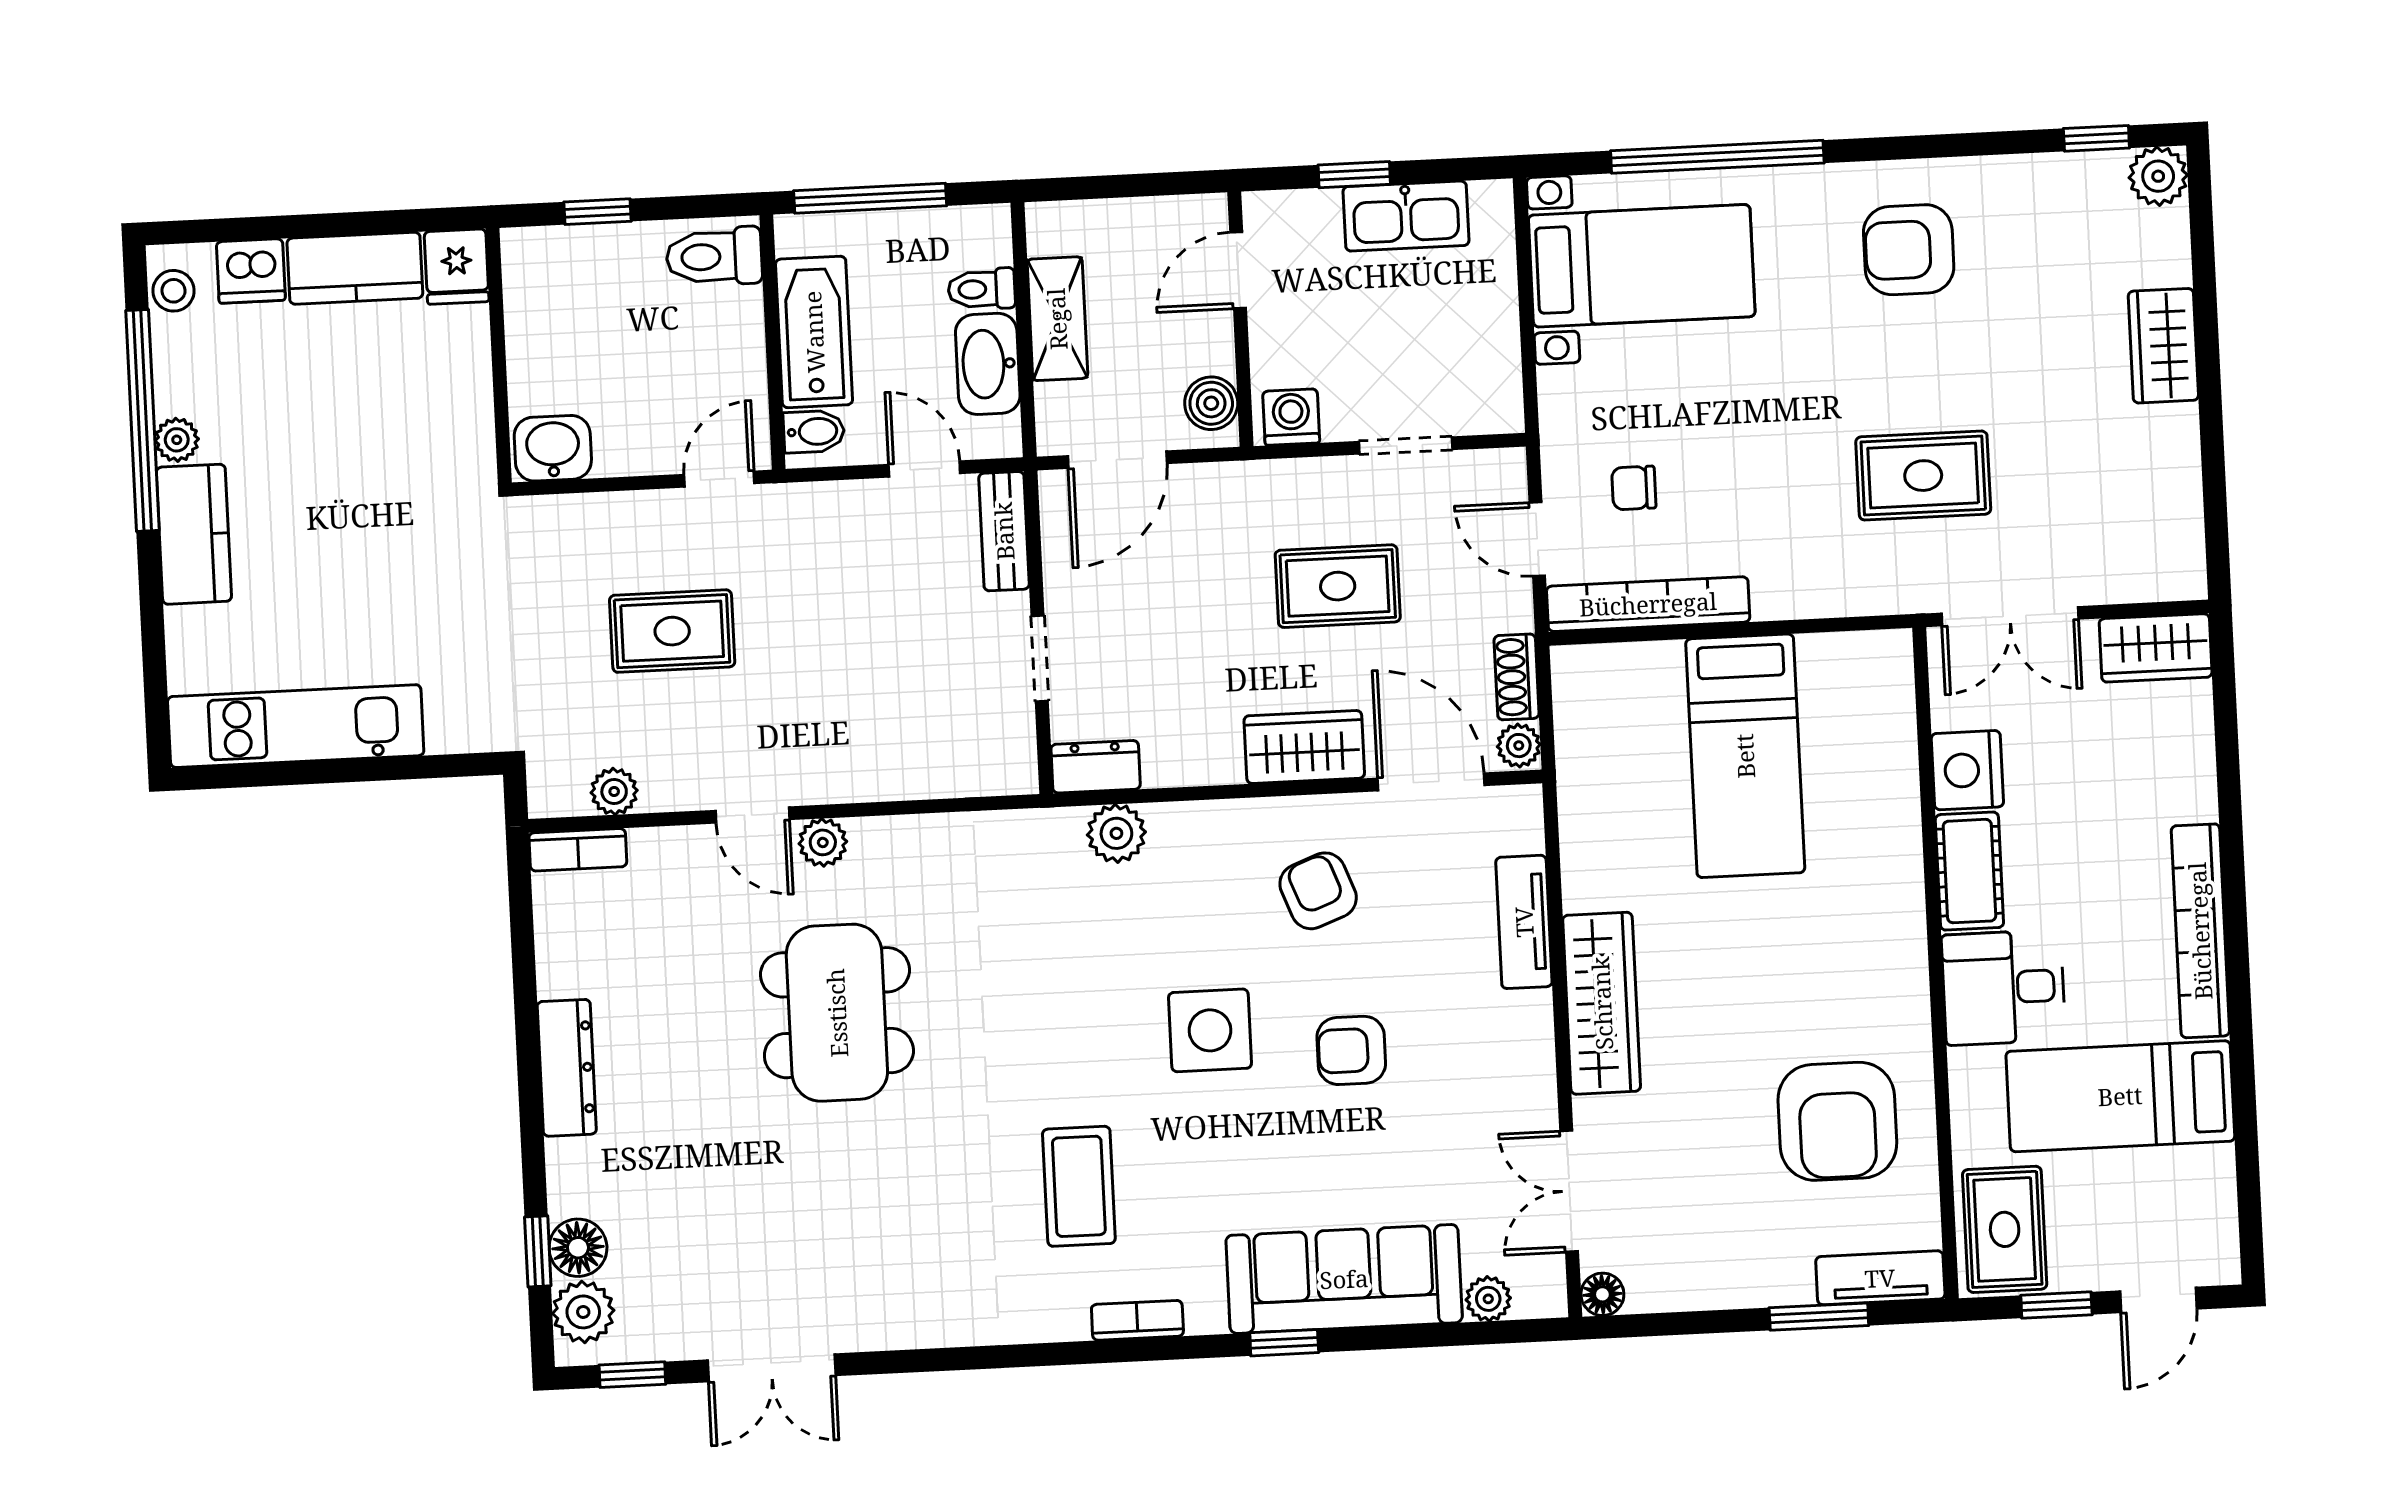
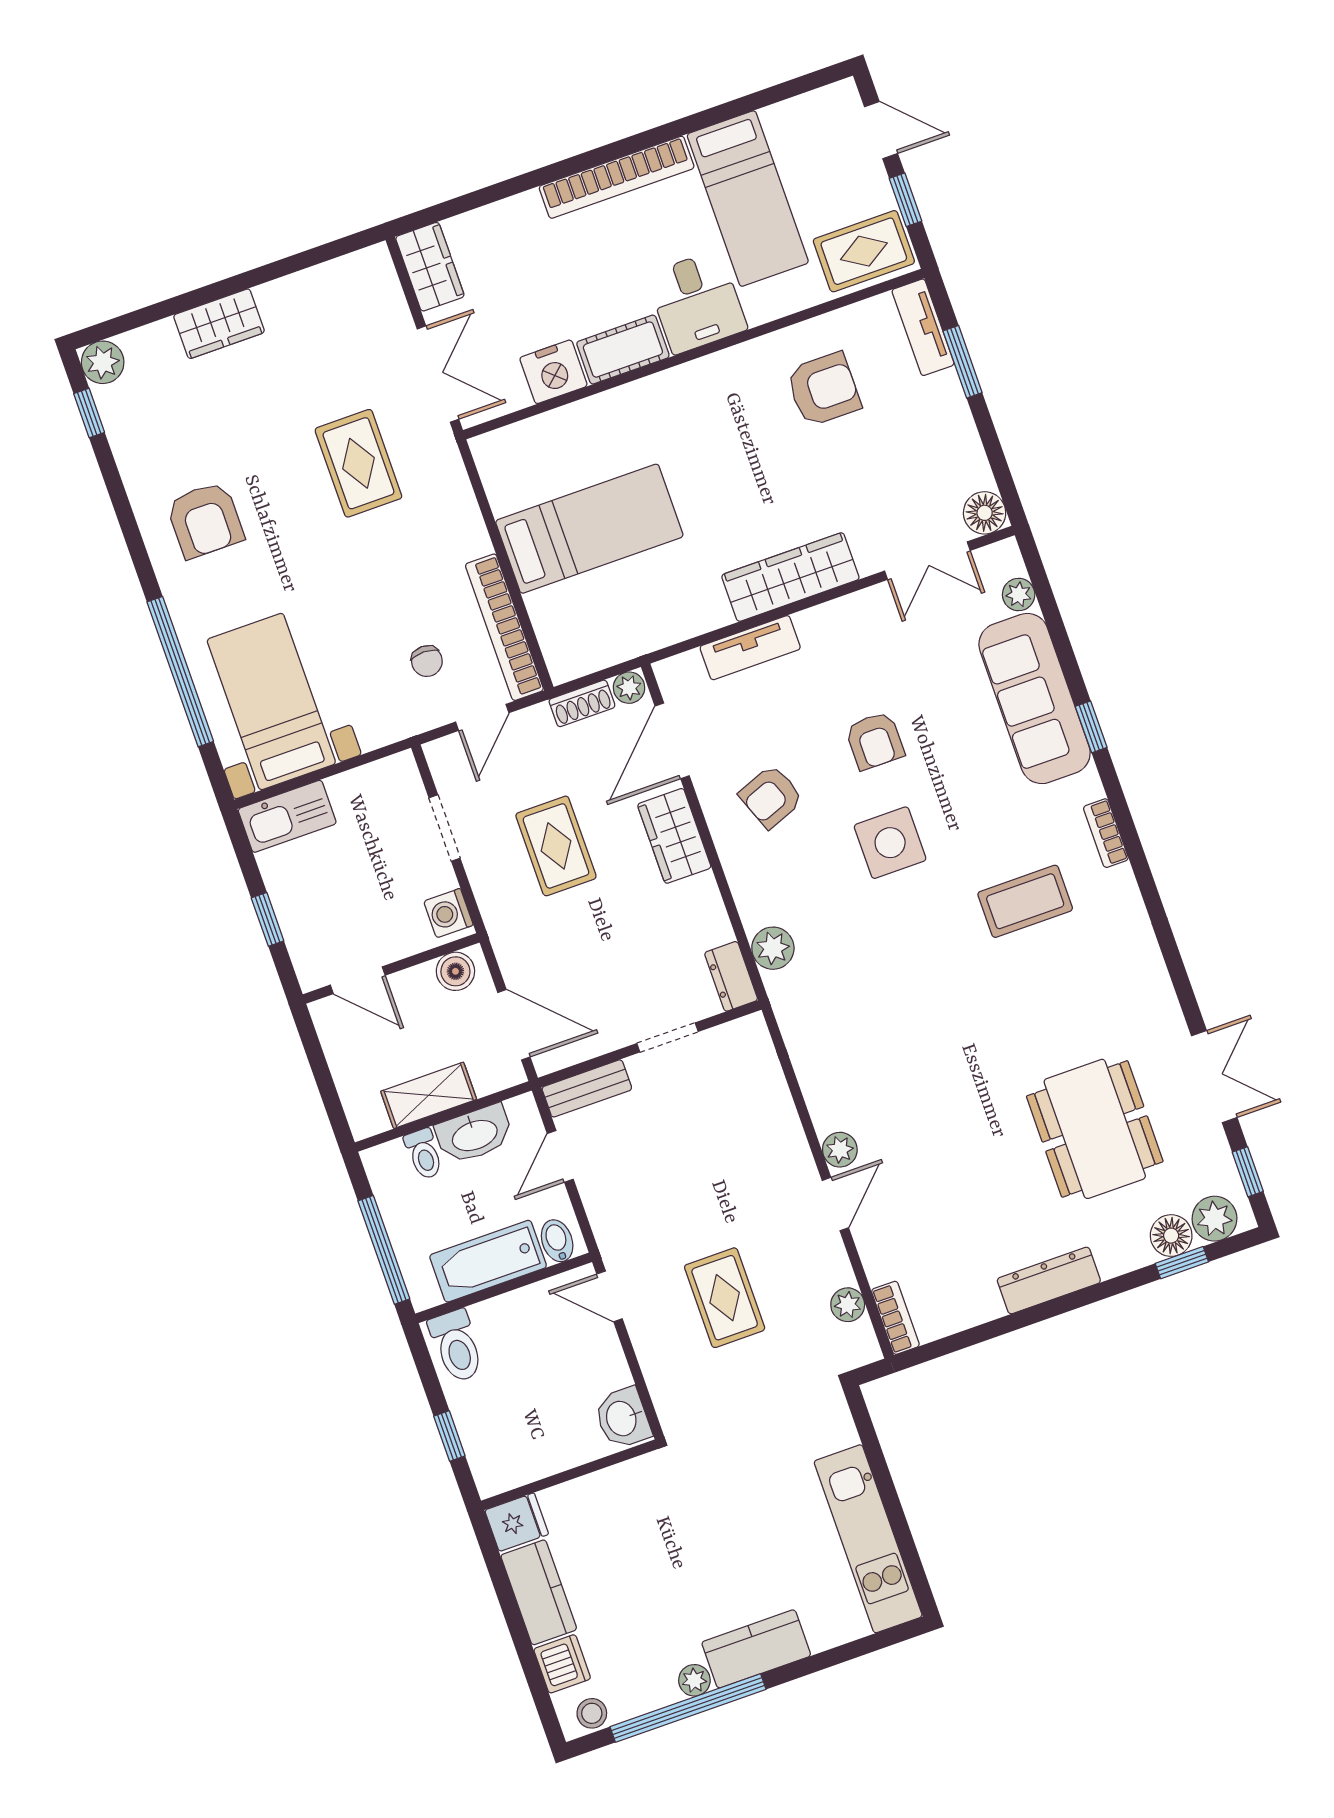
kitchen sink: (1406, 216) -> (287, 816), moved, turned 90
dining table: (837, 1013) -> (1095, 1129), moved, turned 90
armchair: (1837, 1121) -> (824, 389), width x0.73, depth x0.73
floor lamp: (1602, 1294) -> (985, 513), width x1.37, depth x1.37

